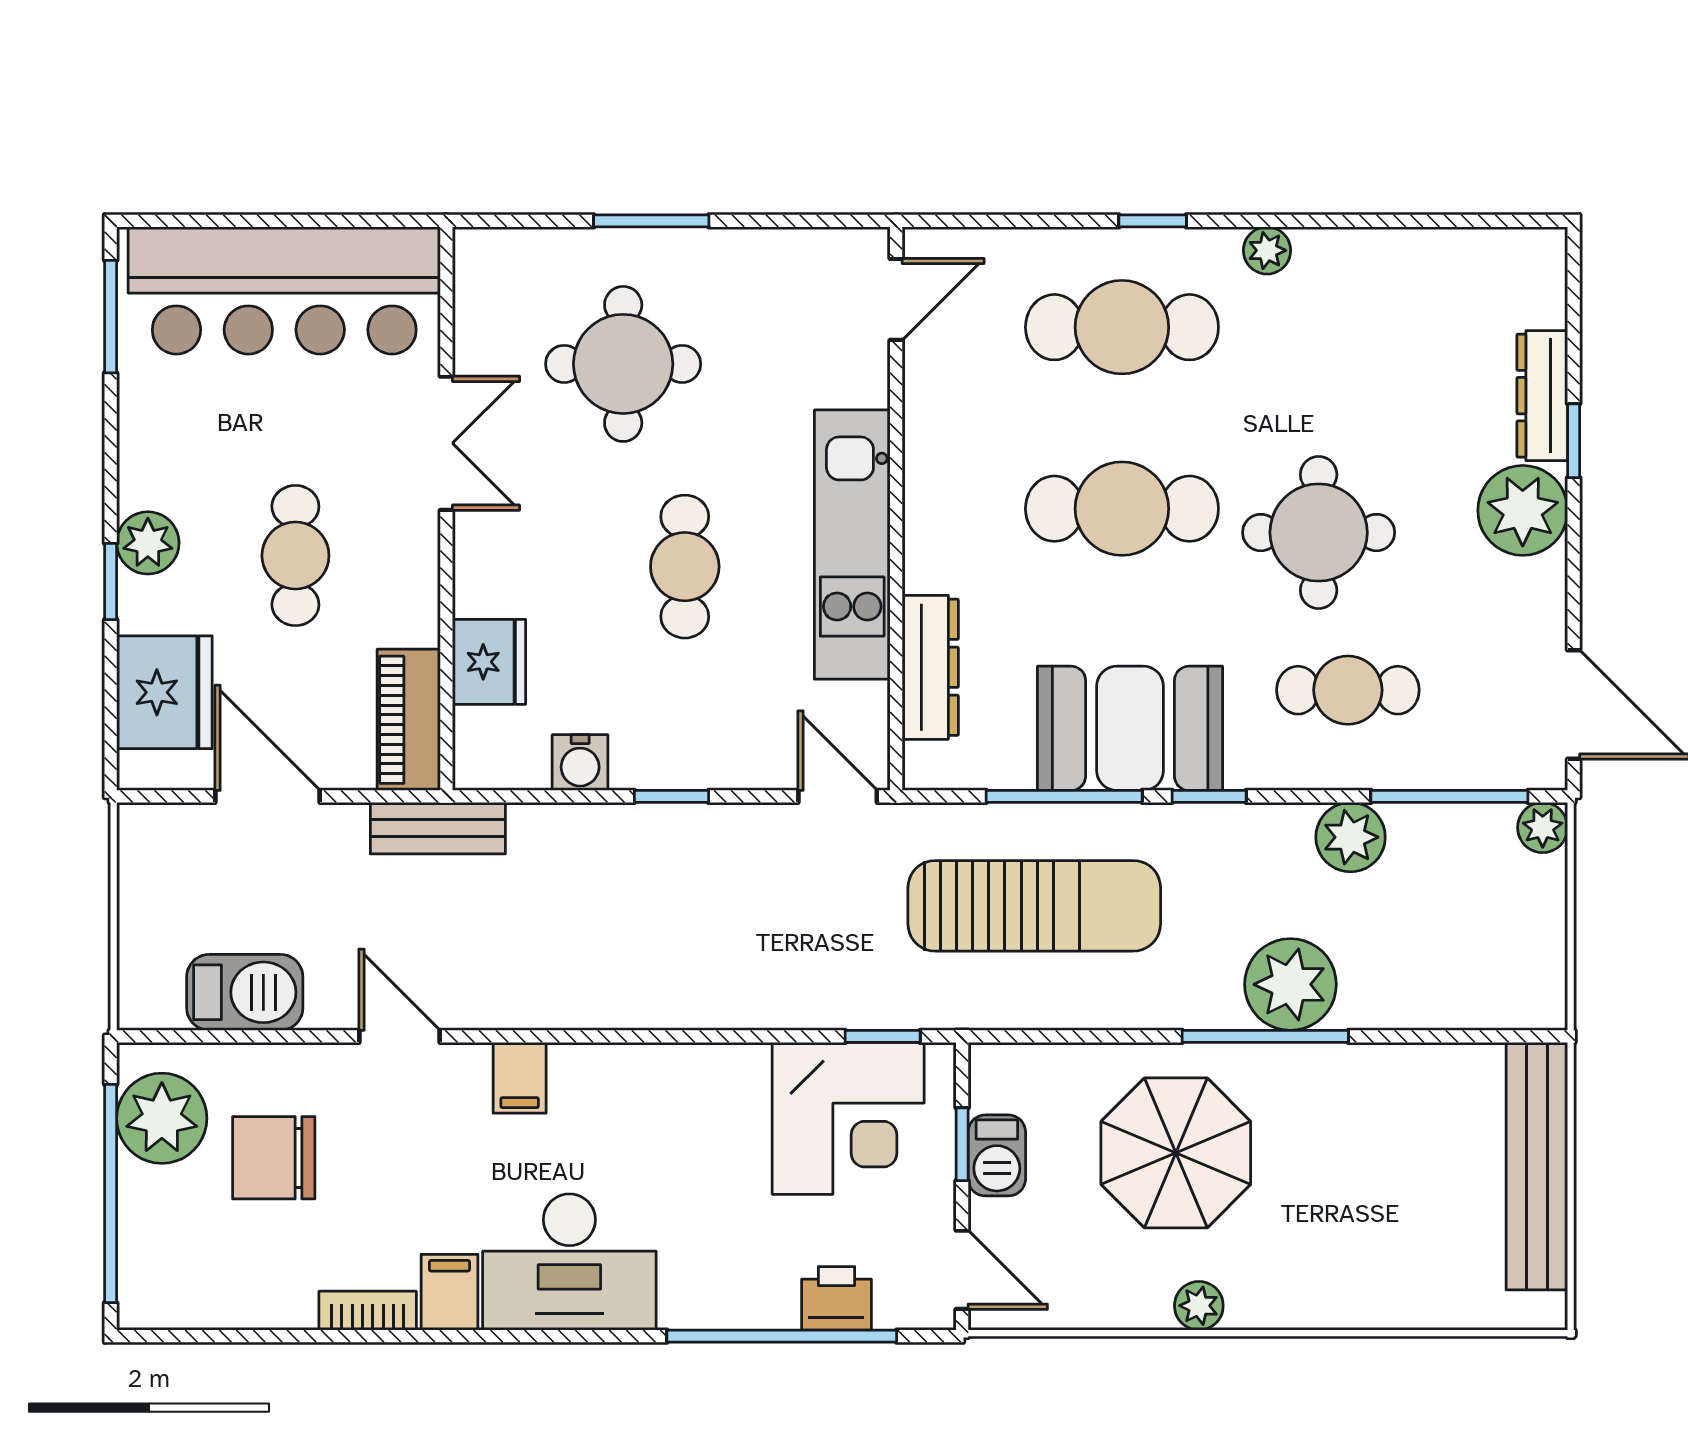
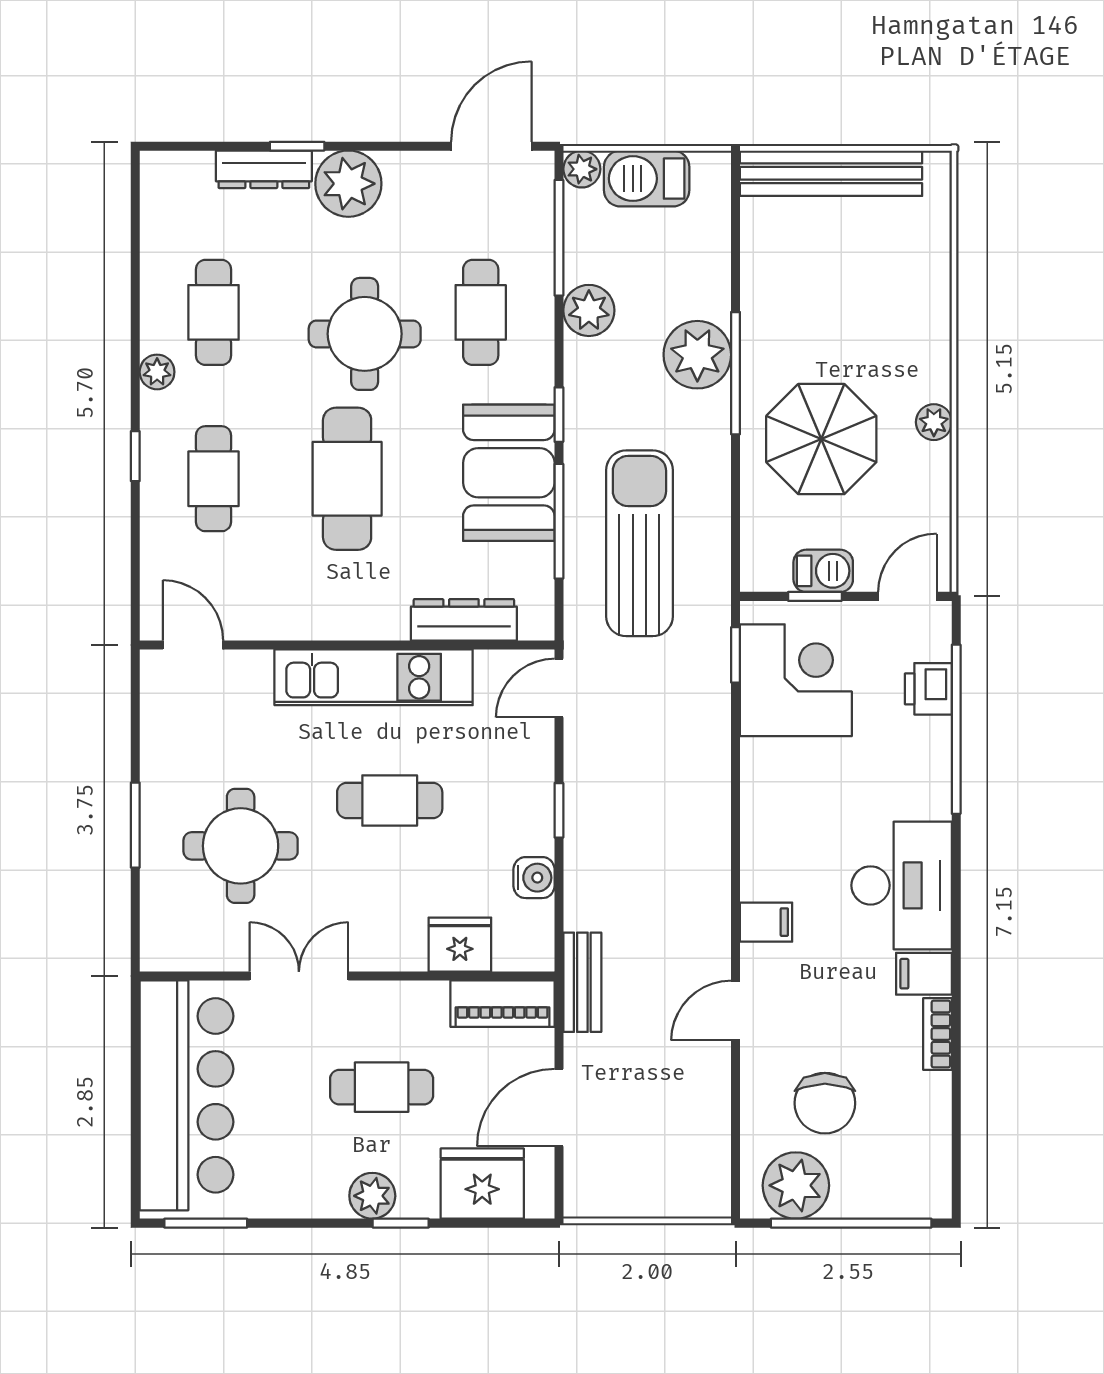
cafe table: (1122, 327) -> (214, 479), width x0.73, depth x0.74
cafe table: (1348, 327) -> (214, 312), added
barbecue: (245, 992) -> (647, 179), moved, turned -90

